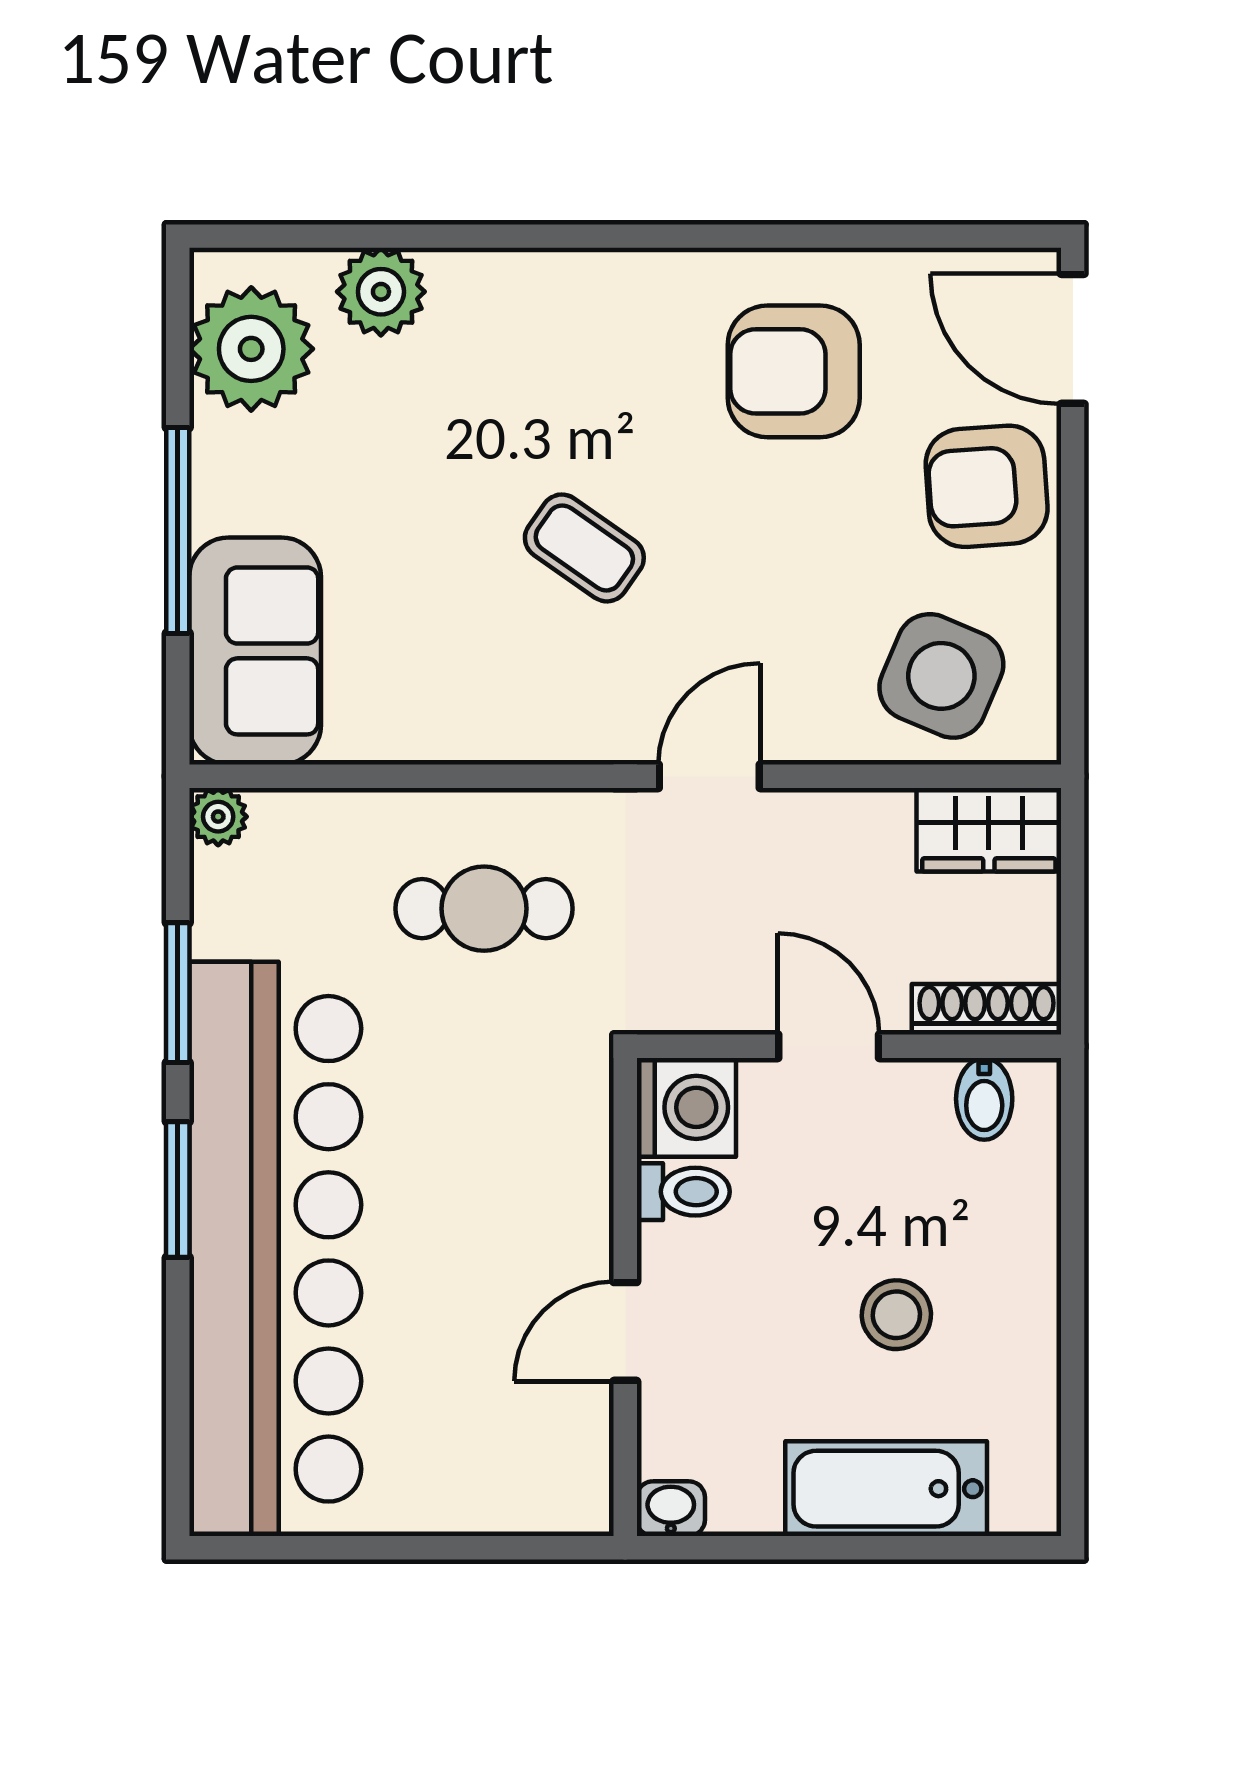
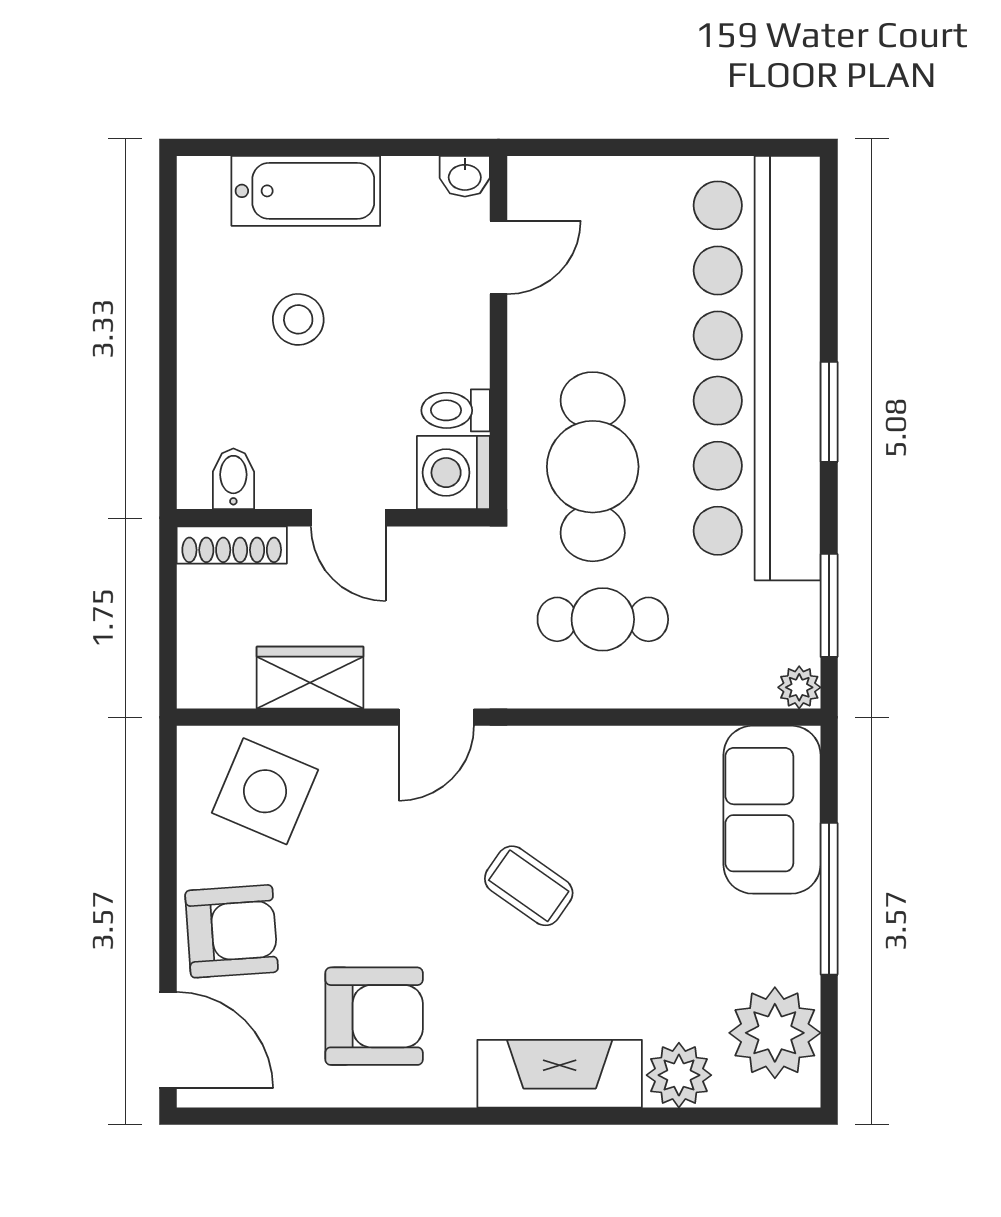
fireplace: (543, 294) -> (560, 1074), added
wardrobe: (989, 830) -> (310, 678), moved
window: (178, 993) -> (829, 605), moved
cafe table: (498, 1115) -> (593, 467), added
door: (625, 1331) -> (499, 257), moved

